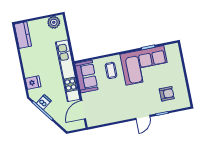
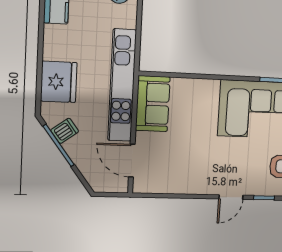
coffee table: (111, 70) -> (198, 104), removed
fridge: (33, 83) -> (59, 82), width x1.88, depth x1.34
door: (83, 110) -> (132, 161), hinge flipped

